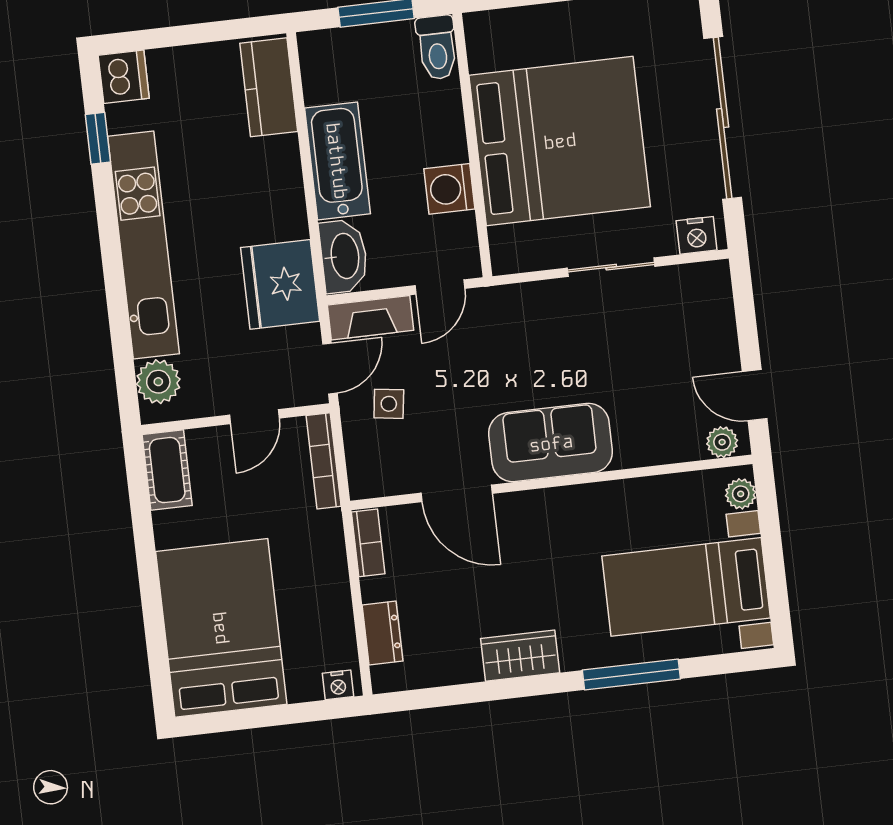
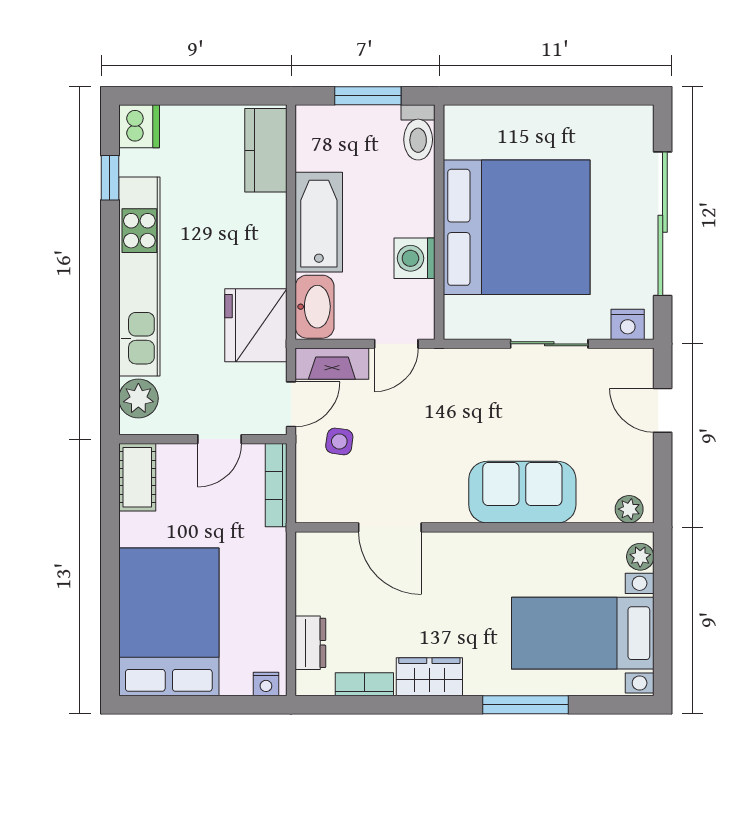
door: (755, 395) -> (663, 410), moved
sofa: (551, 443) -> (522, 492), moved
bookcase: (368, 543) -> (364, 684), moved, turned -90

